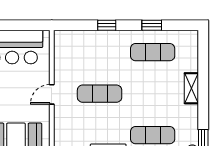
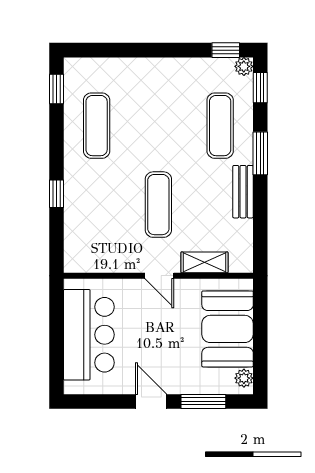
window: (152, 25) -> (56, 89), moved
shelving: (191, 88) -> (204, 262), moved

